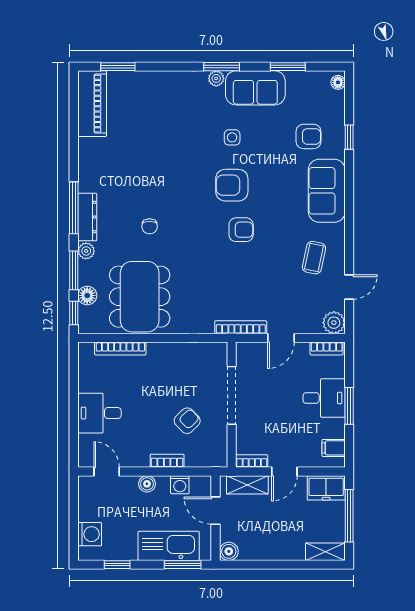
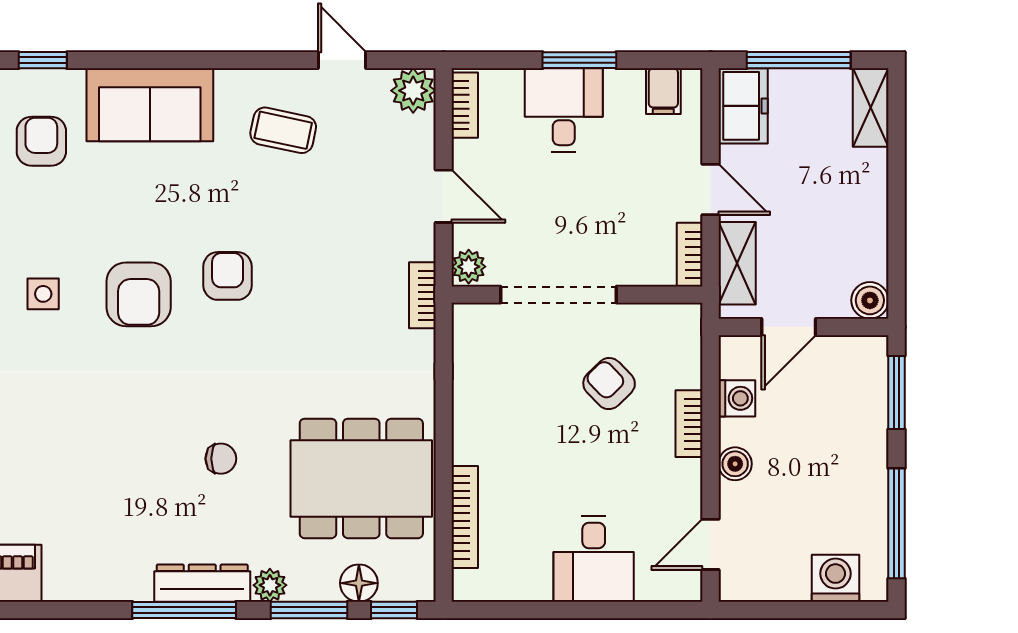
bookcase: (241, 327) -> (422, 295), width x0.64
plant: (246, 350) -> (469, 267), added
kitchen sink: (169, 546) -> (859, 421), removed
window: (117, 565) -> (896, 523), width x2.17

